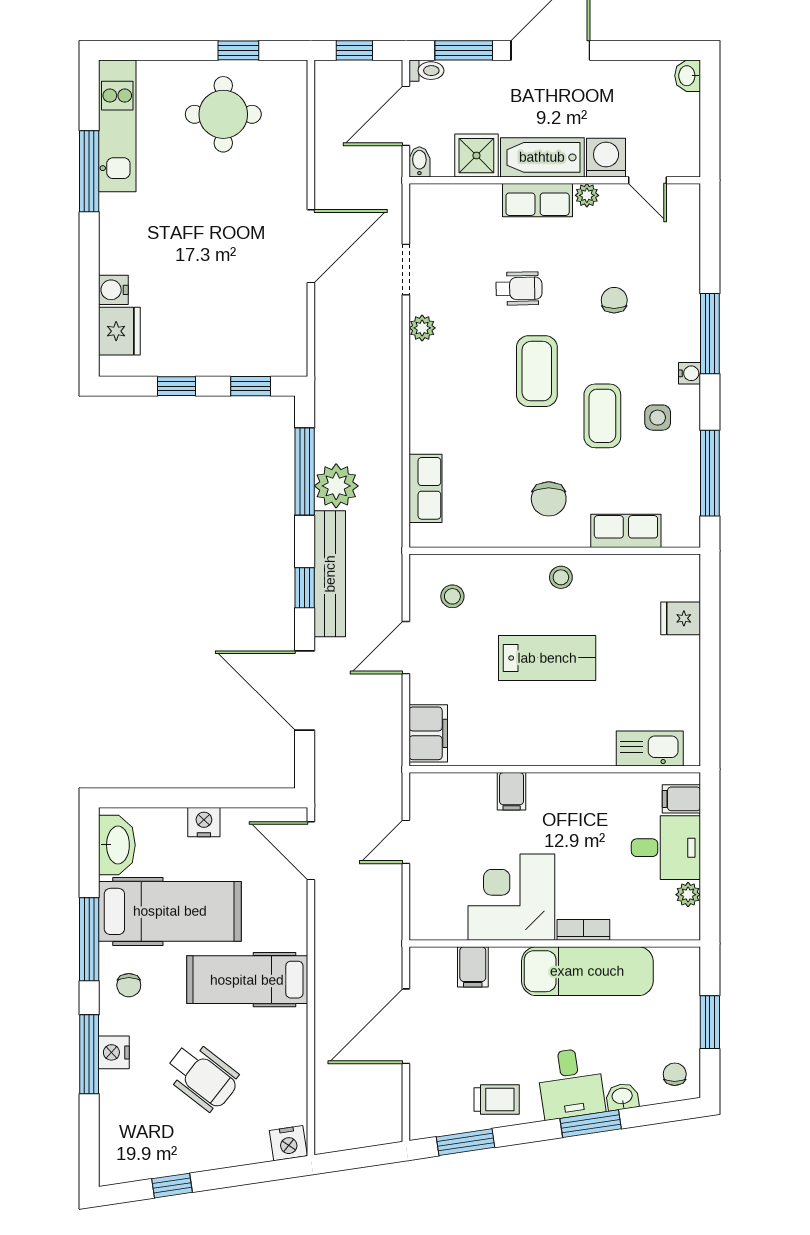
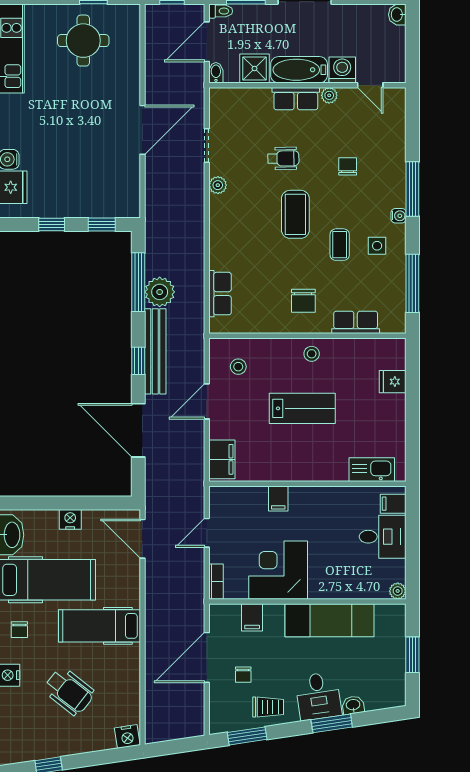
coffee table: (602, 416) -> (340, 245), width x0.73, depth x0.77
plant: (688, 895) -> (398, 591), moved
bookcase: (583, 930) -> (216, 582), moved, turned 90
chair: (675, 1074) -> (243, 675), moved, turned 180

